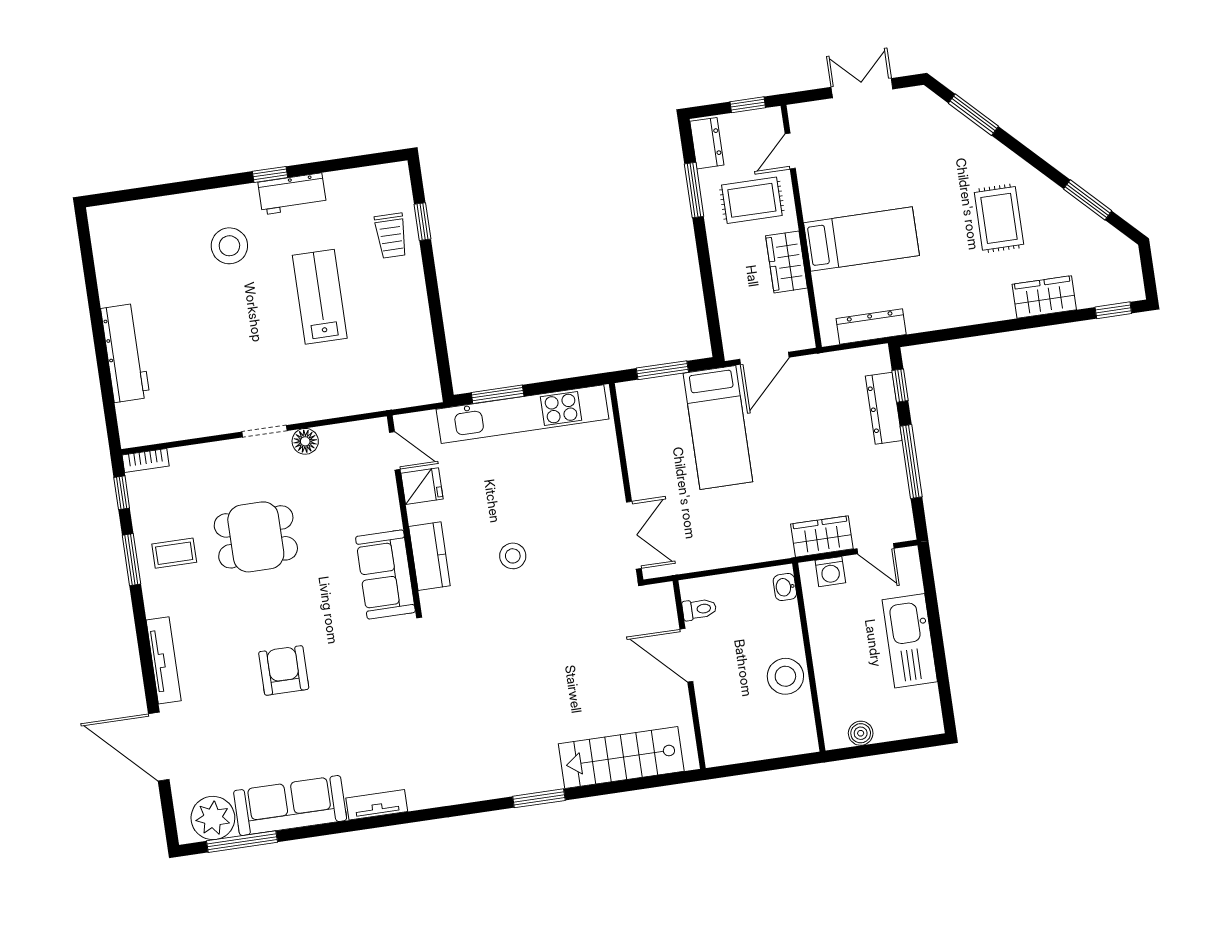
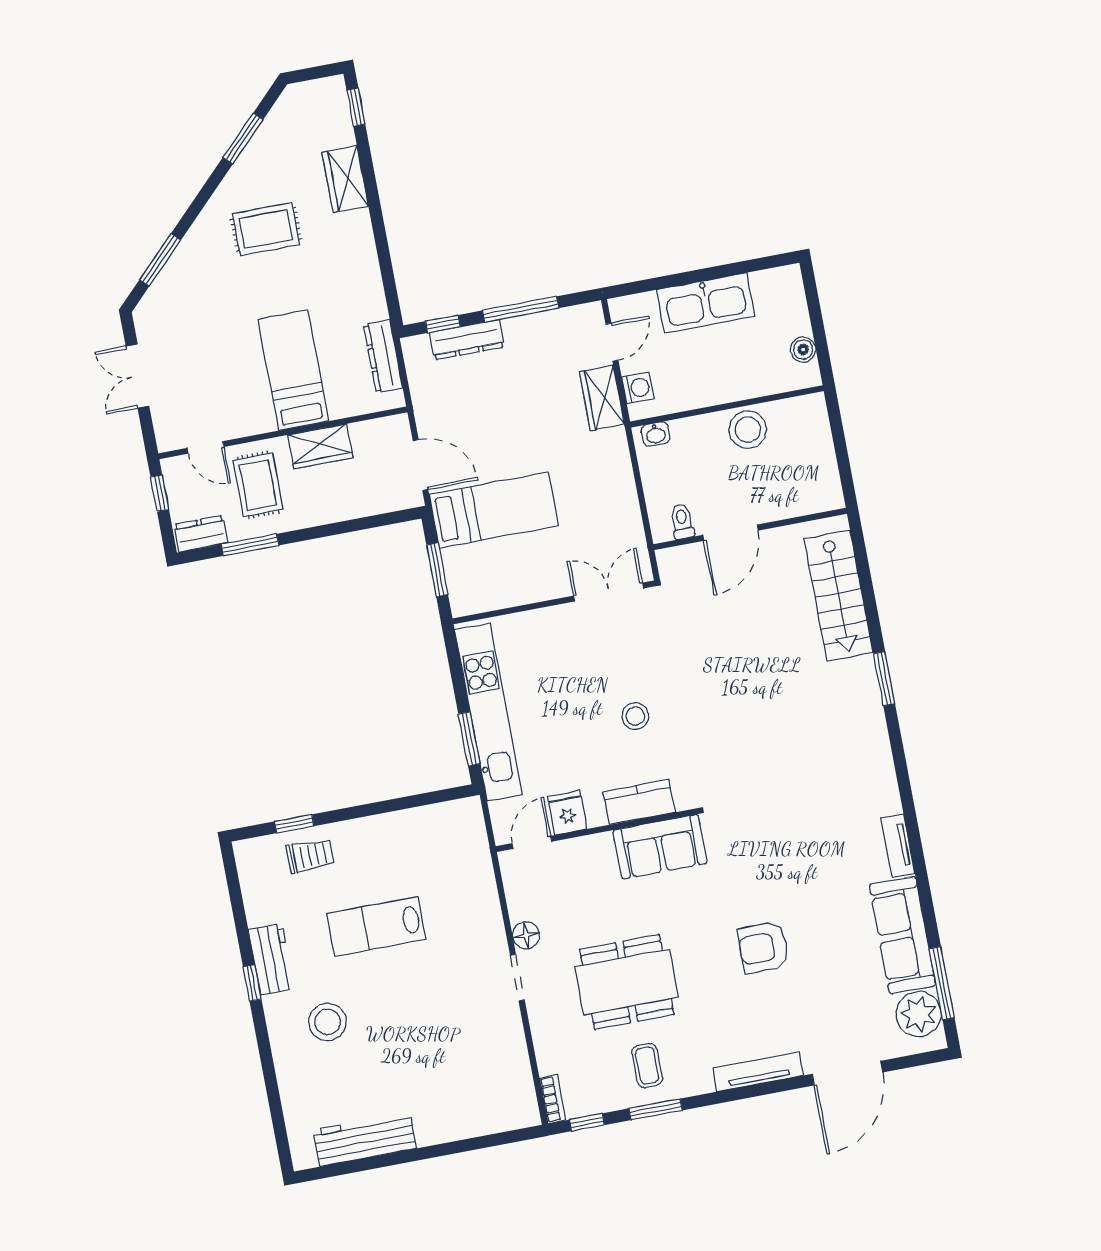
workbench: (125, 353) -> (365, 1139), moved
dining table: (256, 537) -> (627, 982), width x1.37

